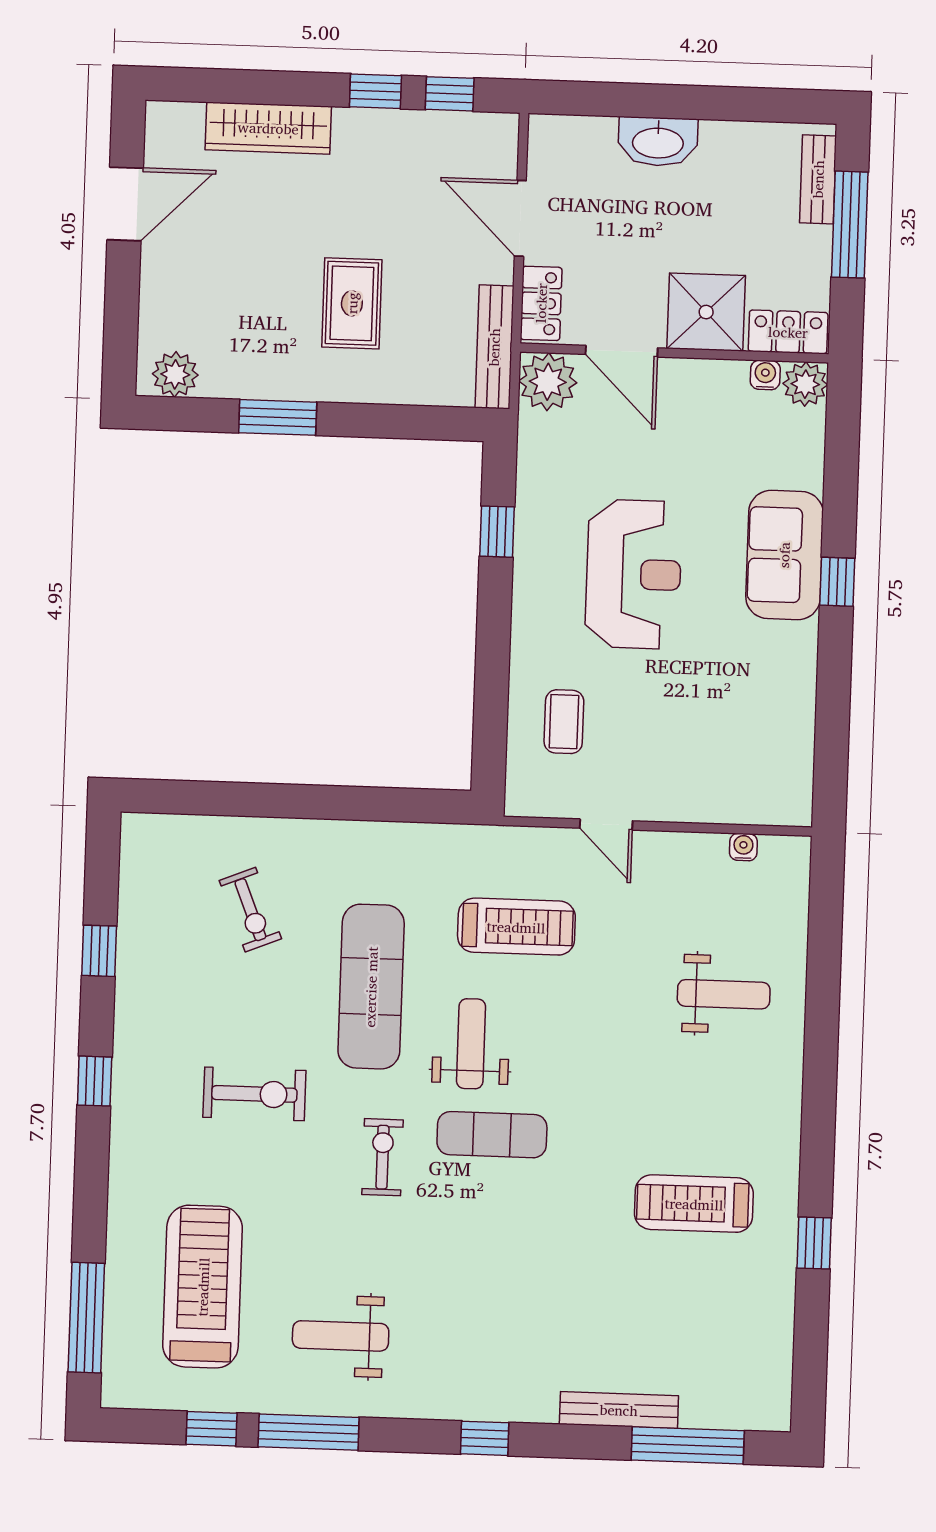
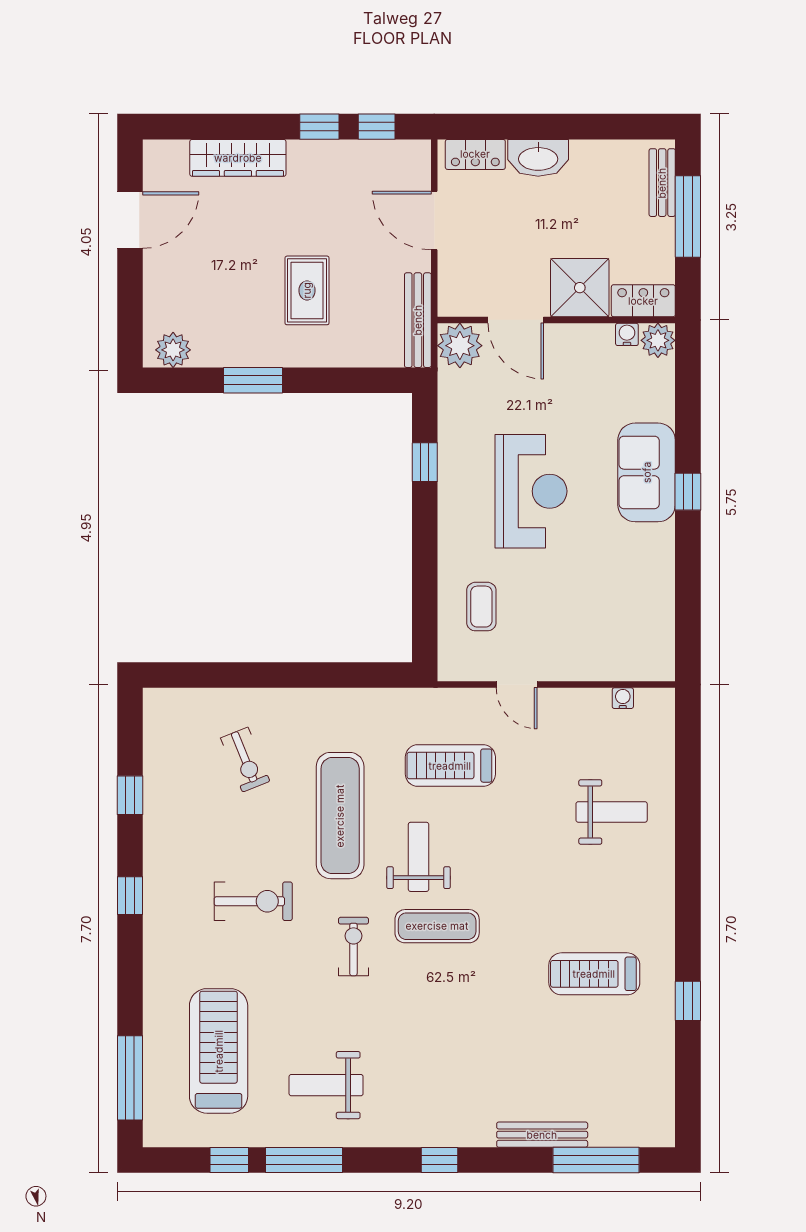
locker: (541, 303) -> (475, 154), moved, turned 90
treadmill: (516, 927) -> (450, 766), turned 180

